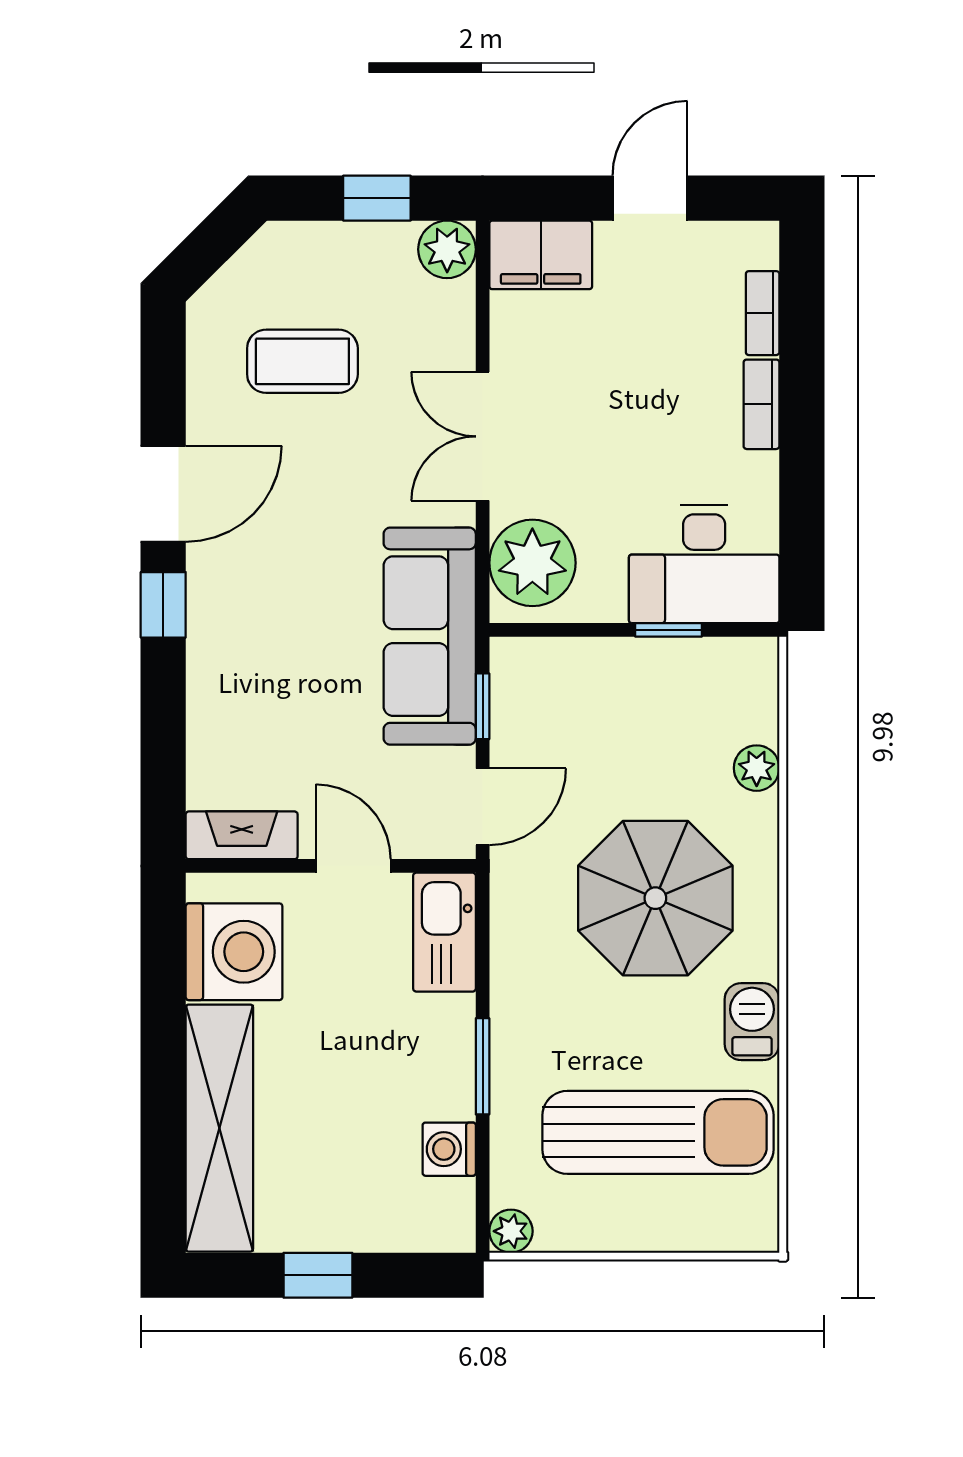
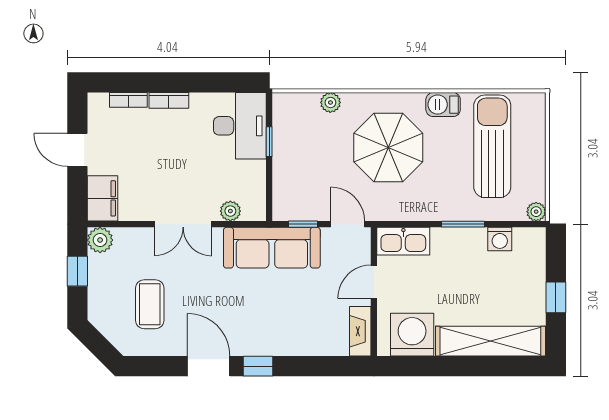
plant: (532, 563) -> (230, 211), width x0.53, depth x0.53

